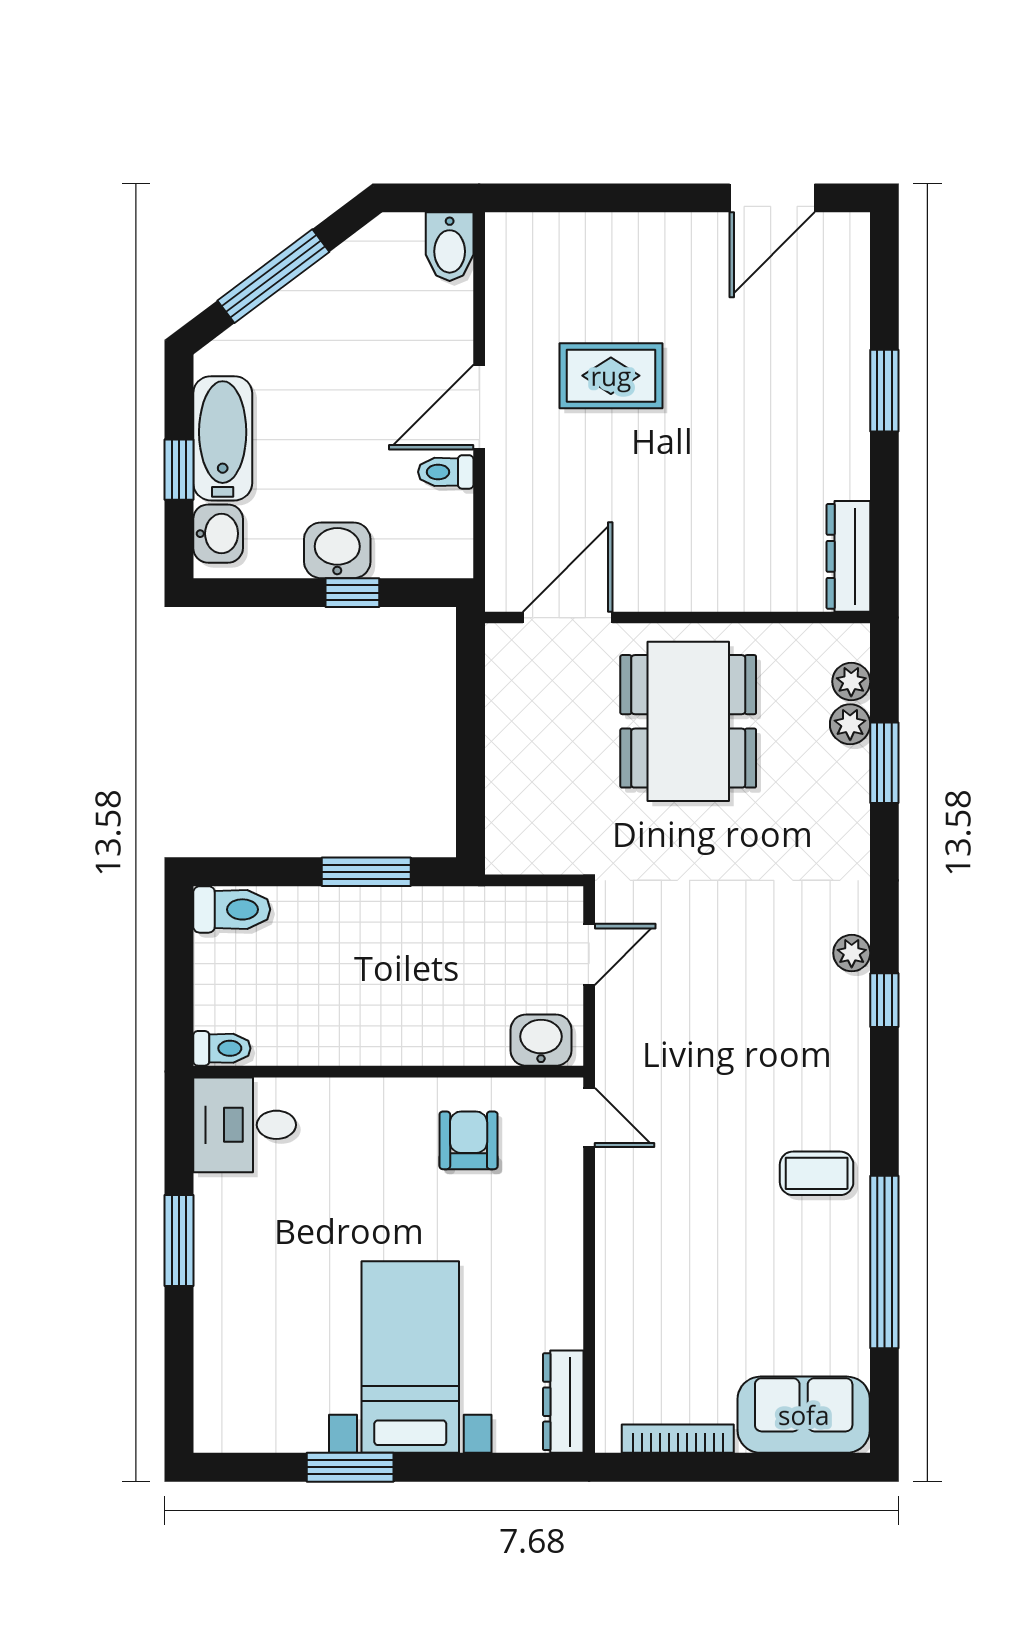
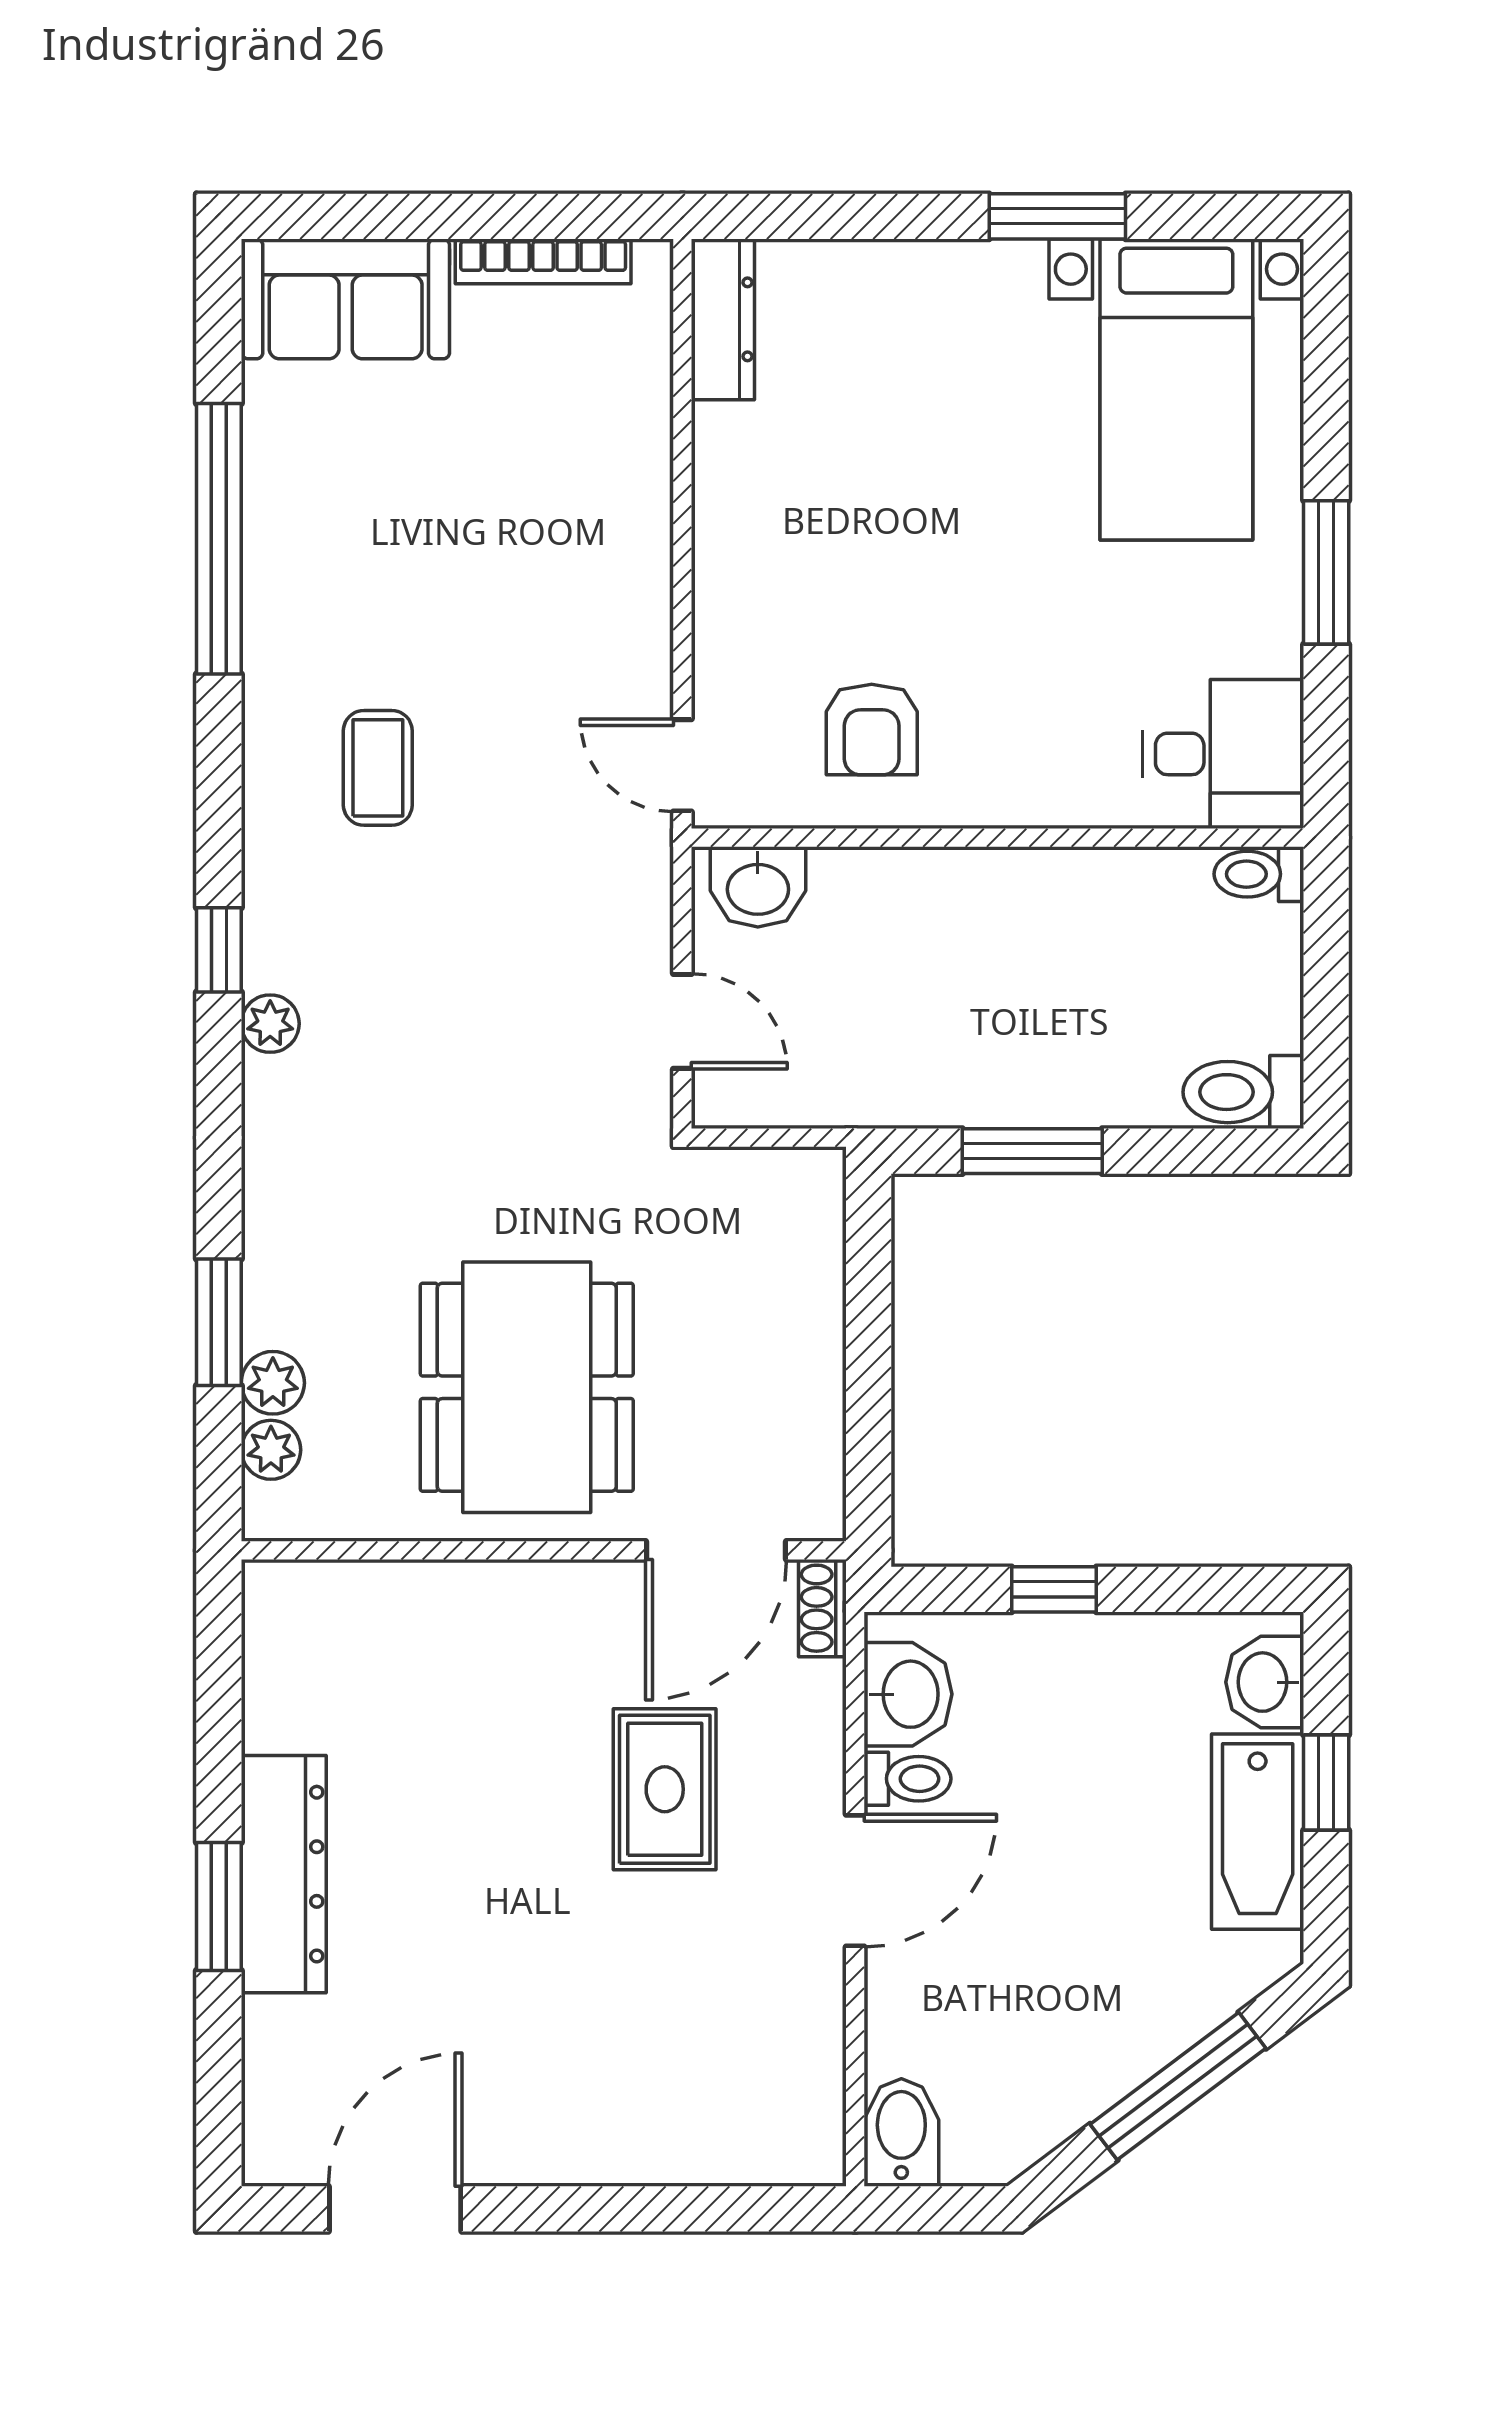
rug: (611, 376) -> (665, 1789), moved, turned 90
washbasin: (337, 550) -> (908, 1694), moved, turned -90
dresser: (848, 556) -> (284, 1874), moved, width x1.37, depth x1.24
shoe rack: (500, 581) -> (822, 1608), added
door: (589, 954) -> (682, 1021), swing flipped
coffee table: (817, 1173) -> (378, 768), moved, turned 90
bed with nightstands: (410, 1357) -> (1176, 390), moved

